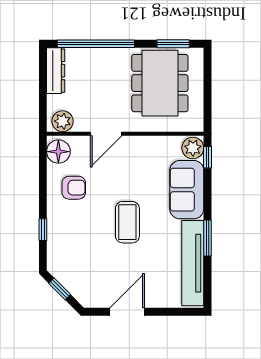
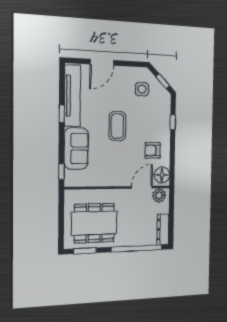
dining table: (160, 83) -> (94, 223), turned 90
door: (106, 134) -> (142, 187), moved
plant: (193, 148) -> (72, 178), removed
window: (208, 238) -> (62, 114), width x0.67
side table: (91, 276) -> (142, 89), added
door: (127, 312) -> (102, 62), moved

